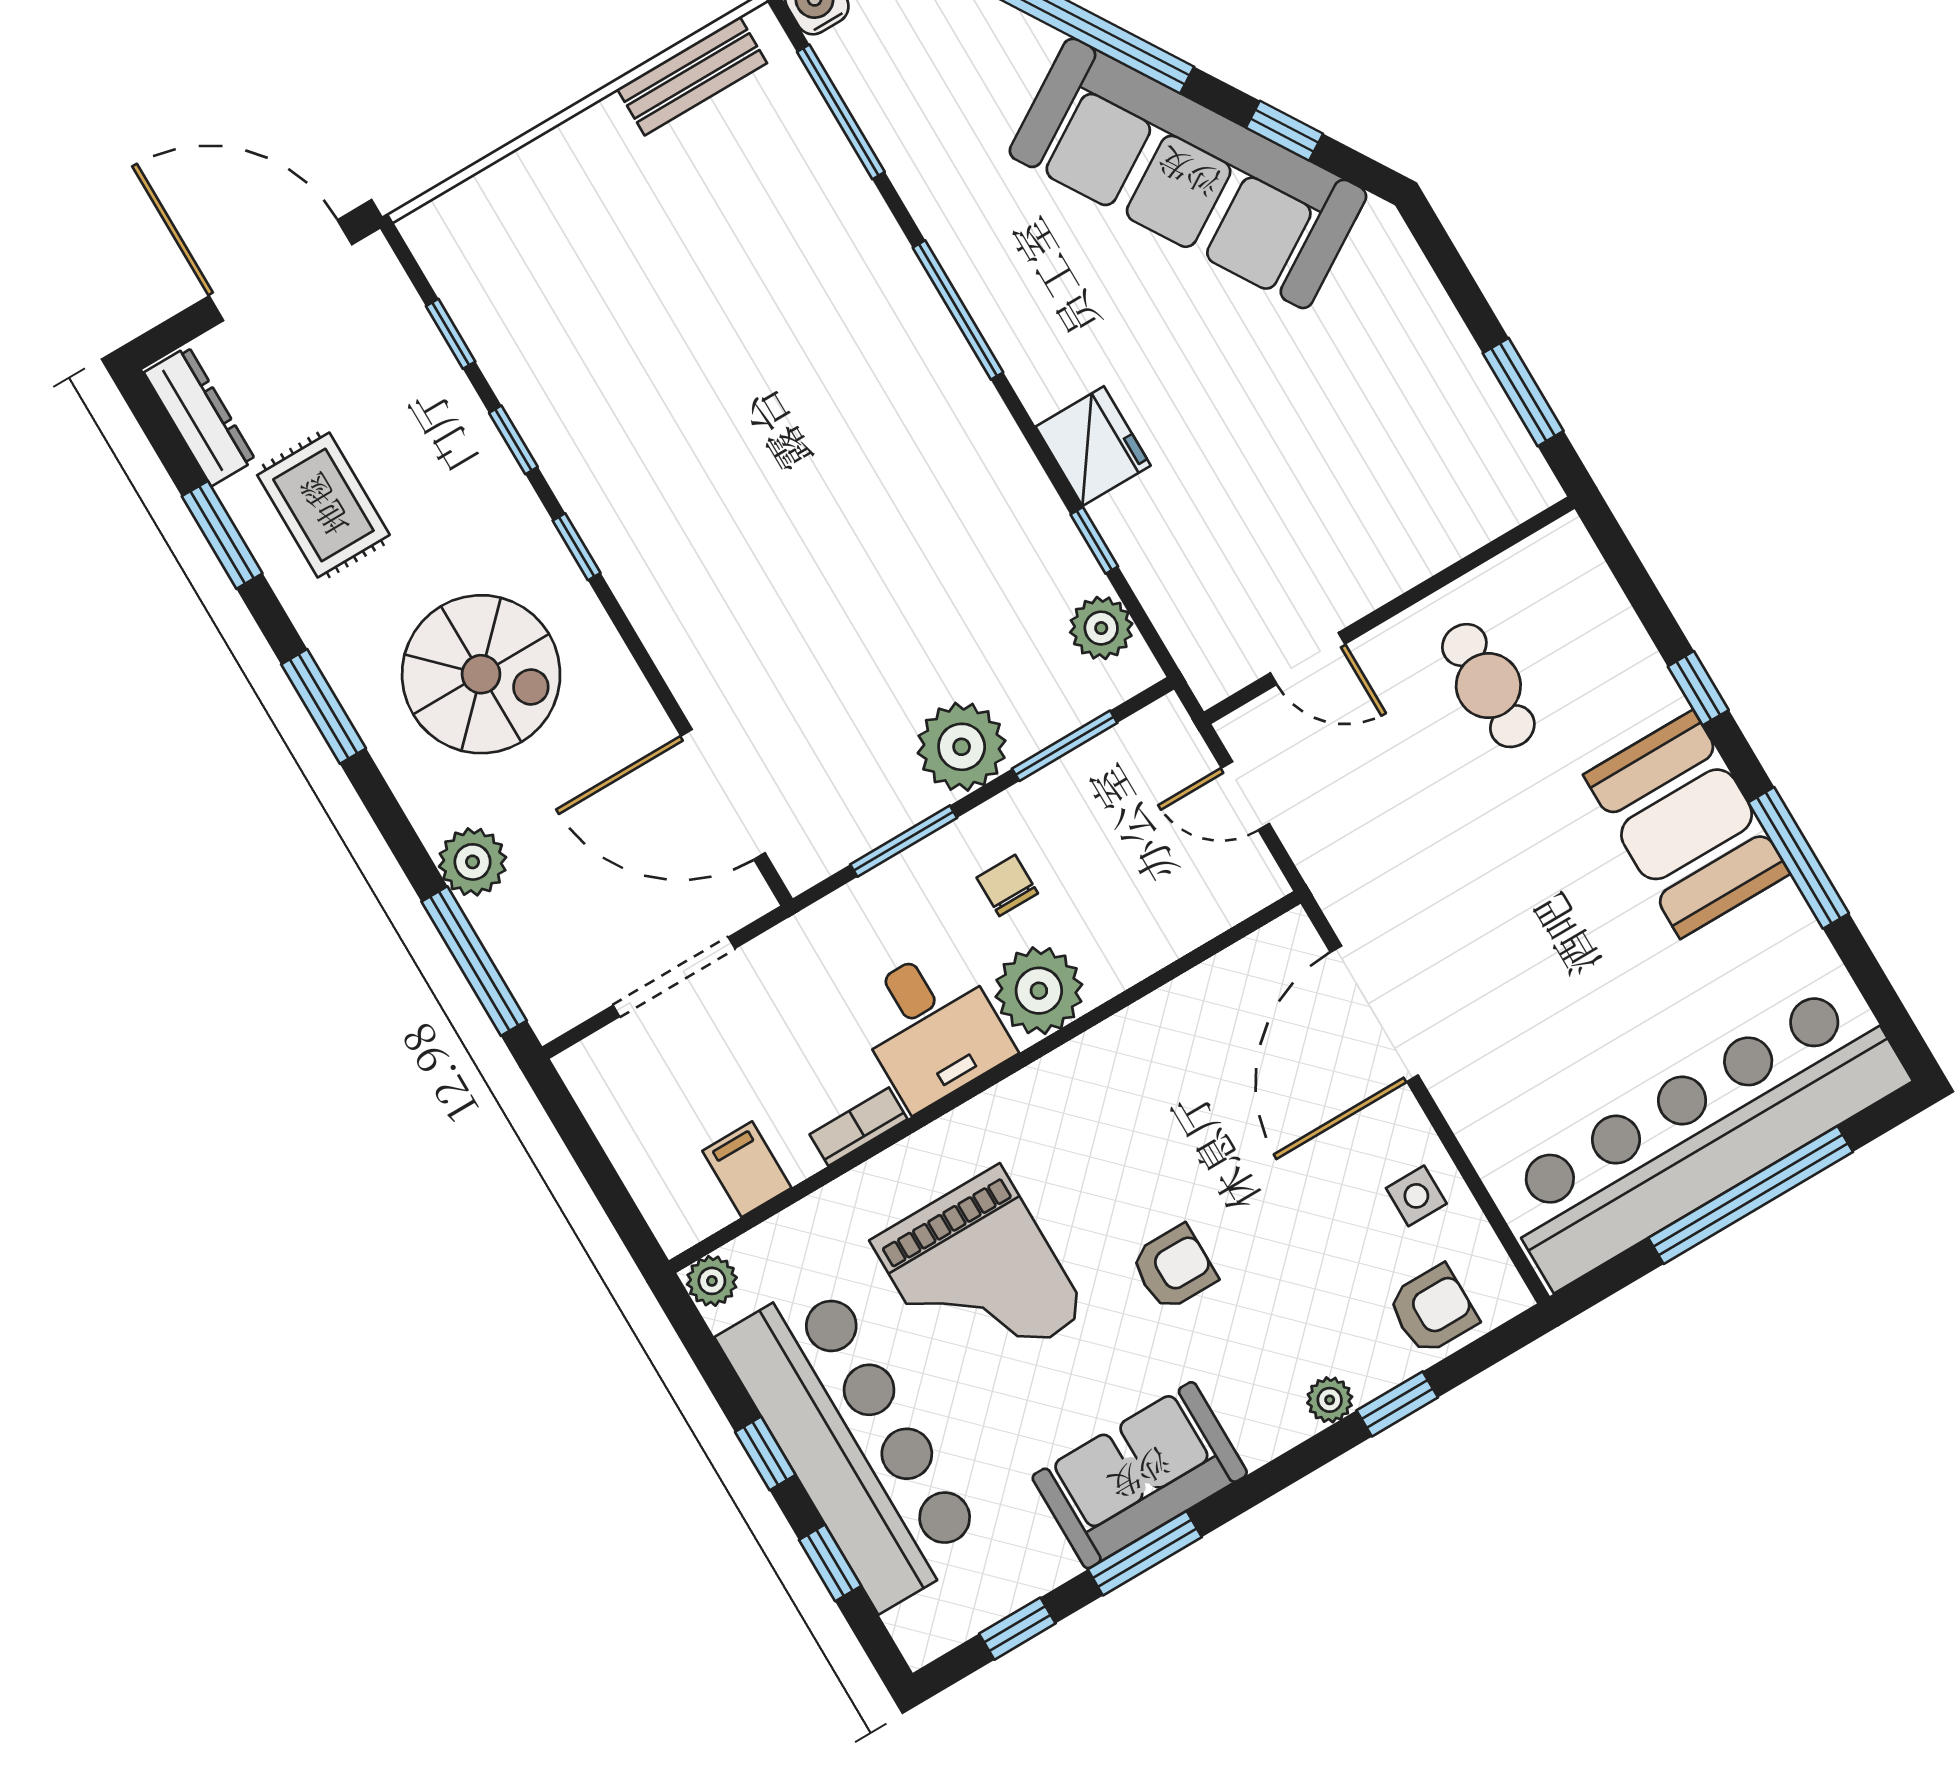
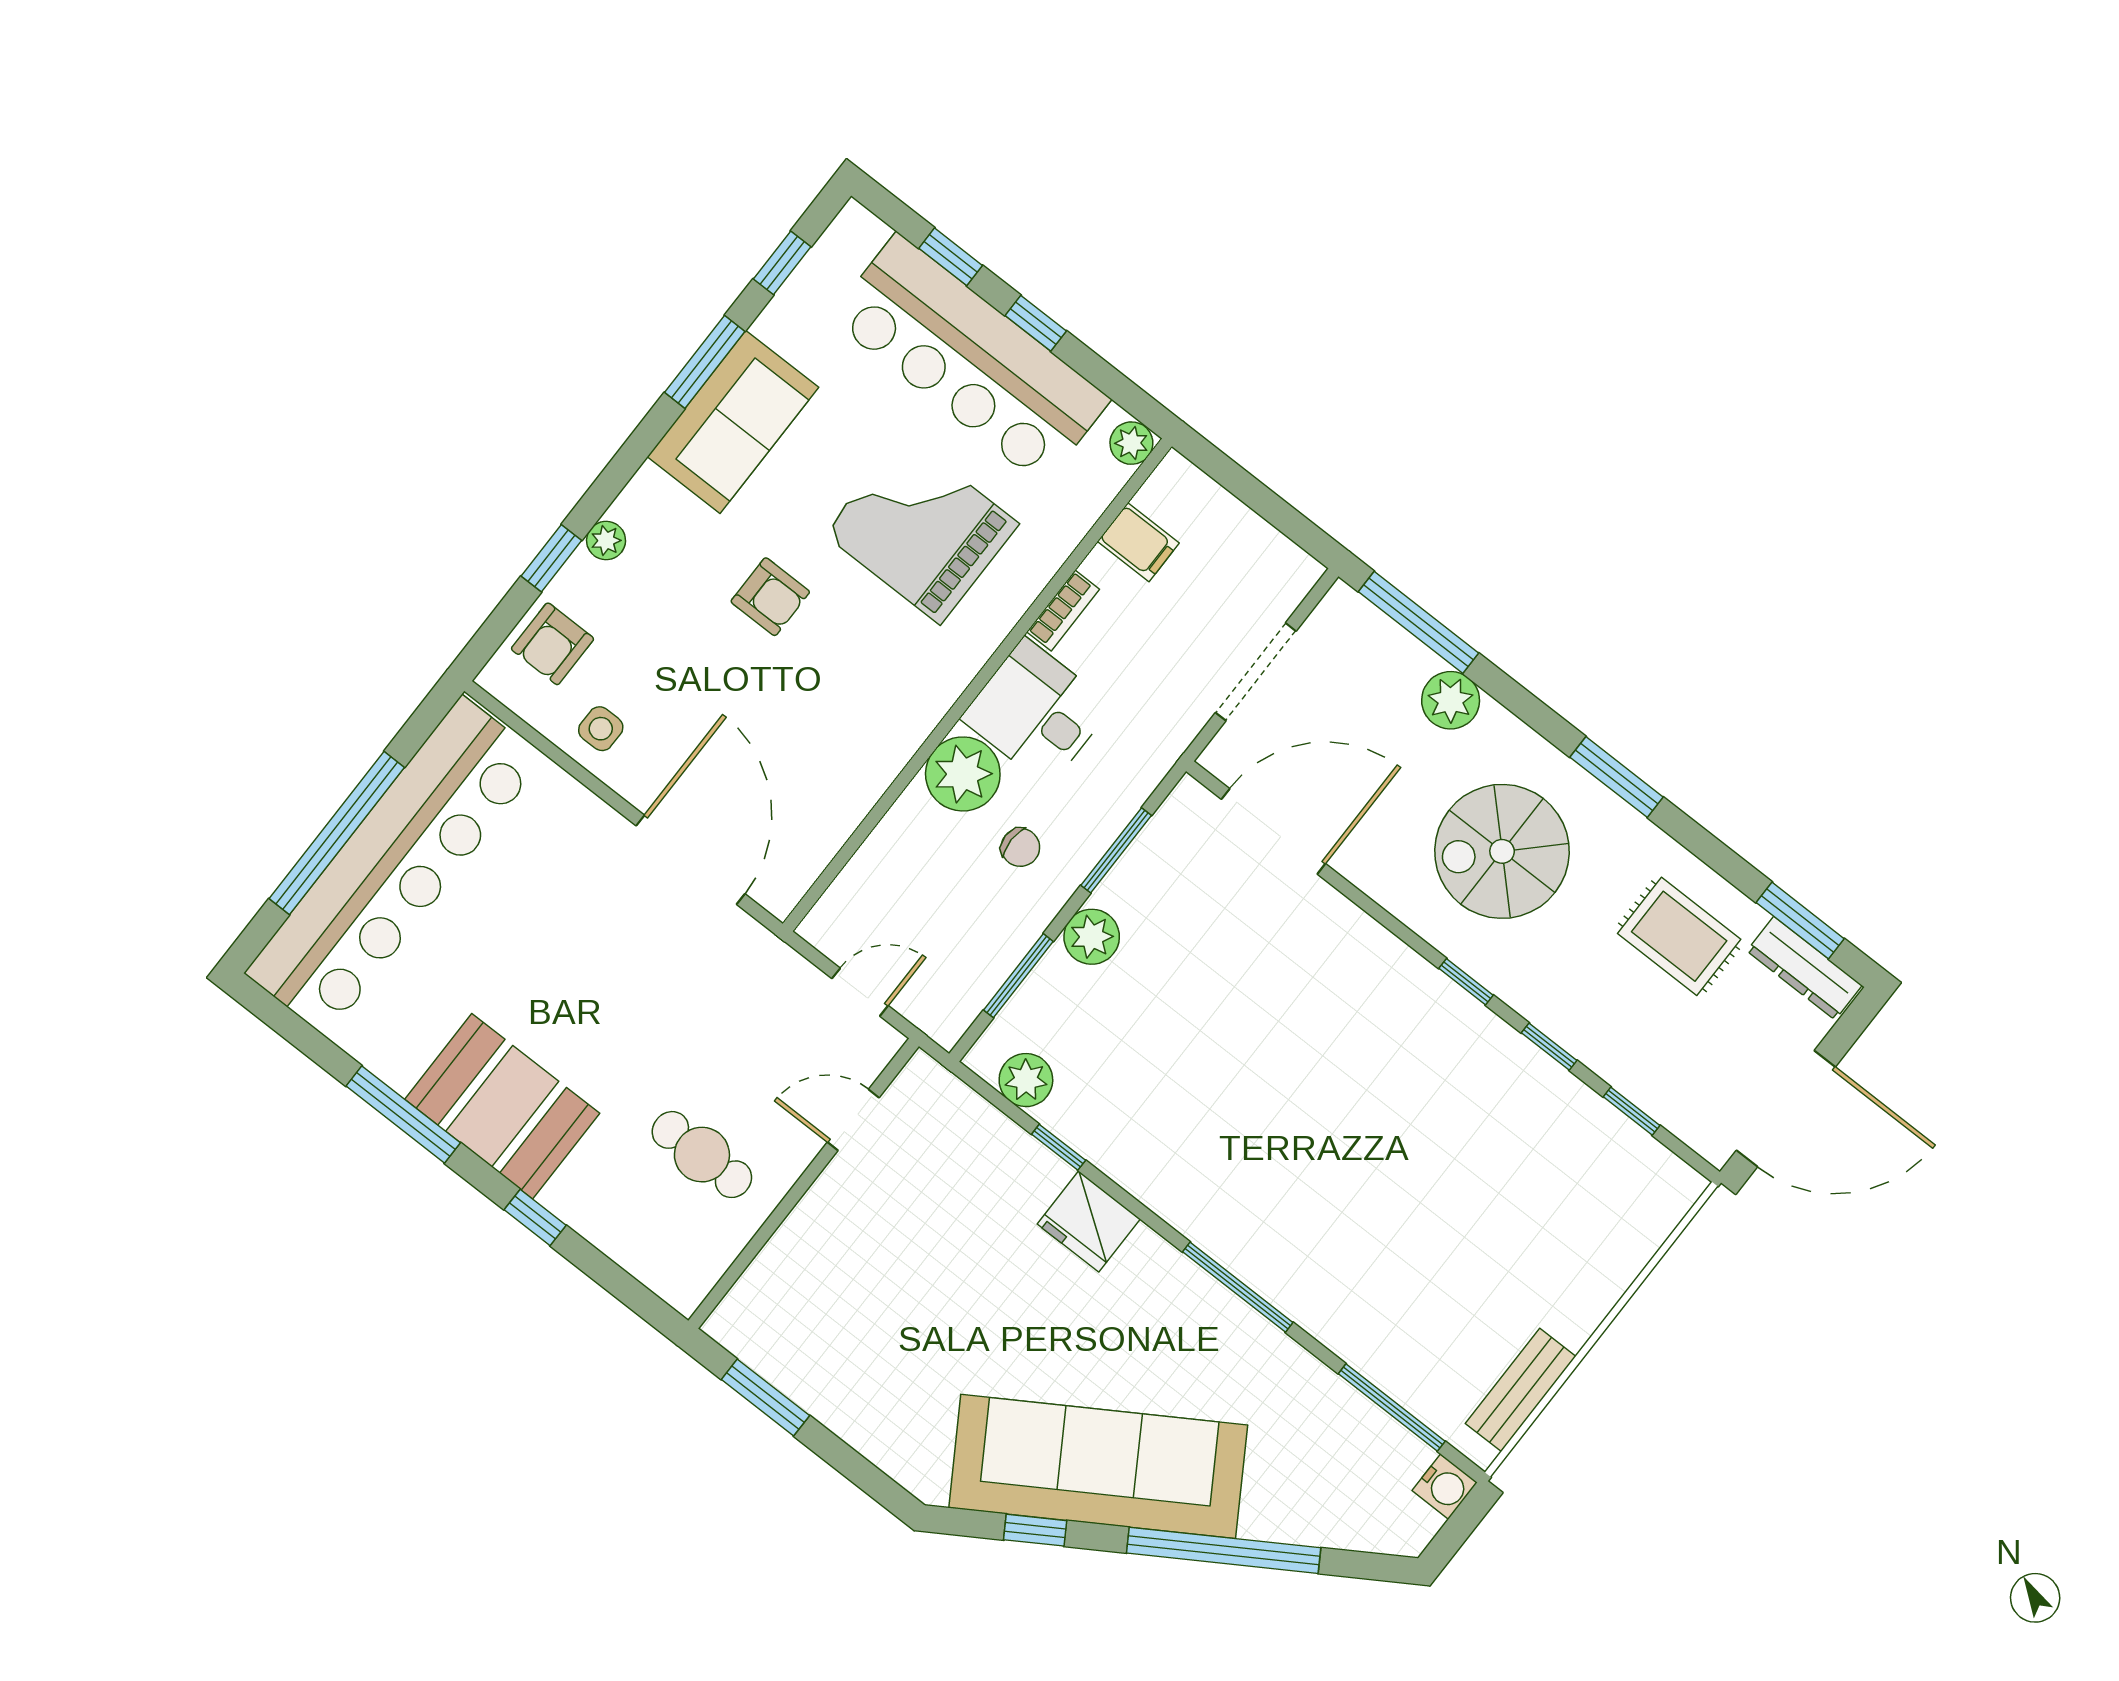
window: (222, 535) -> (1800, 921), moved
plant: (962, 747) -> (1092, 937), width x0.73, depth x0.73
armchair: (1174, 1268) -> (770, 597), turned -90

